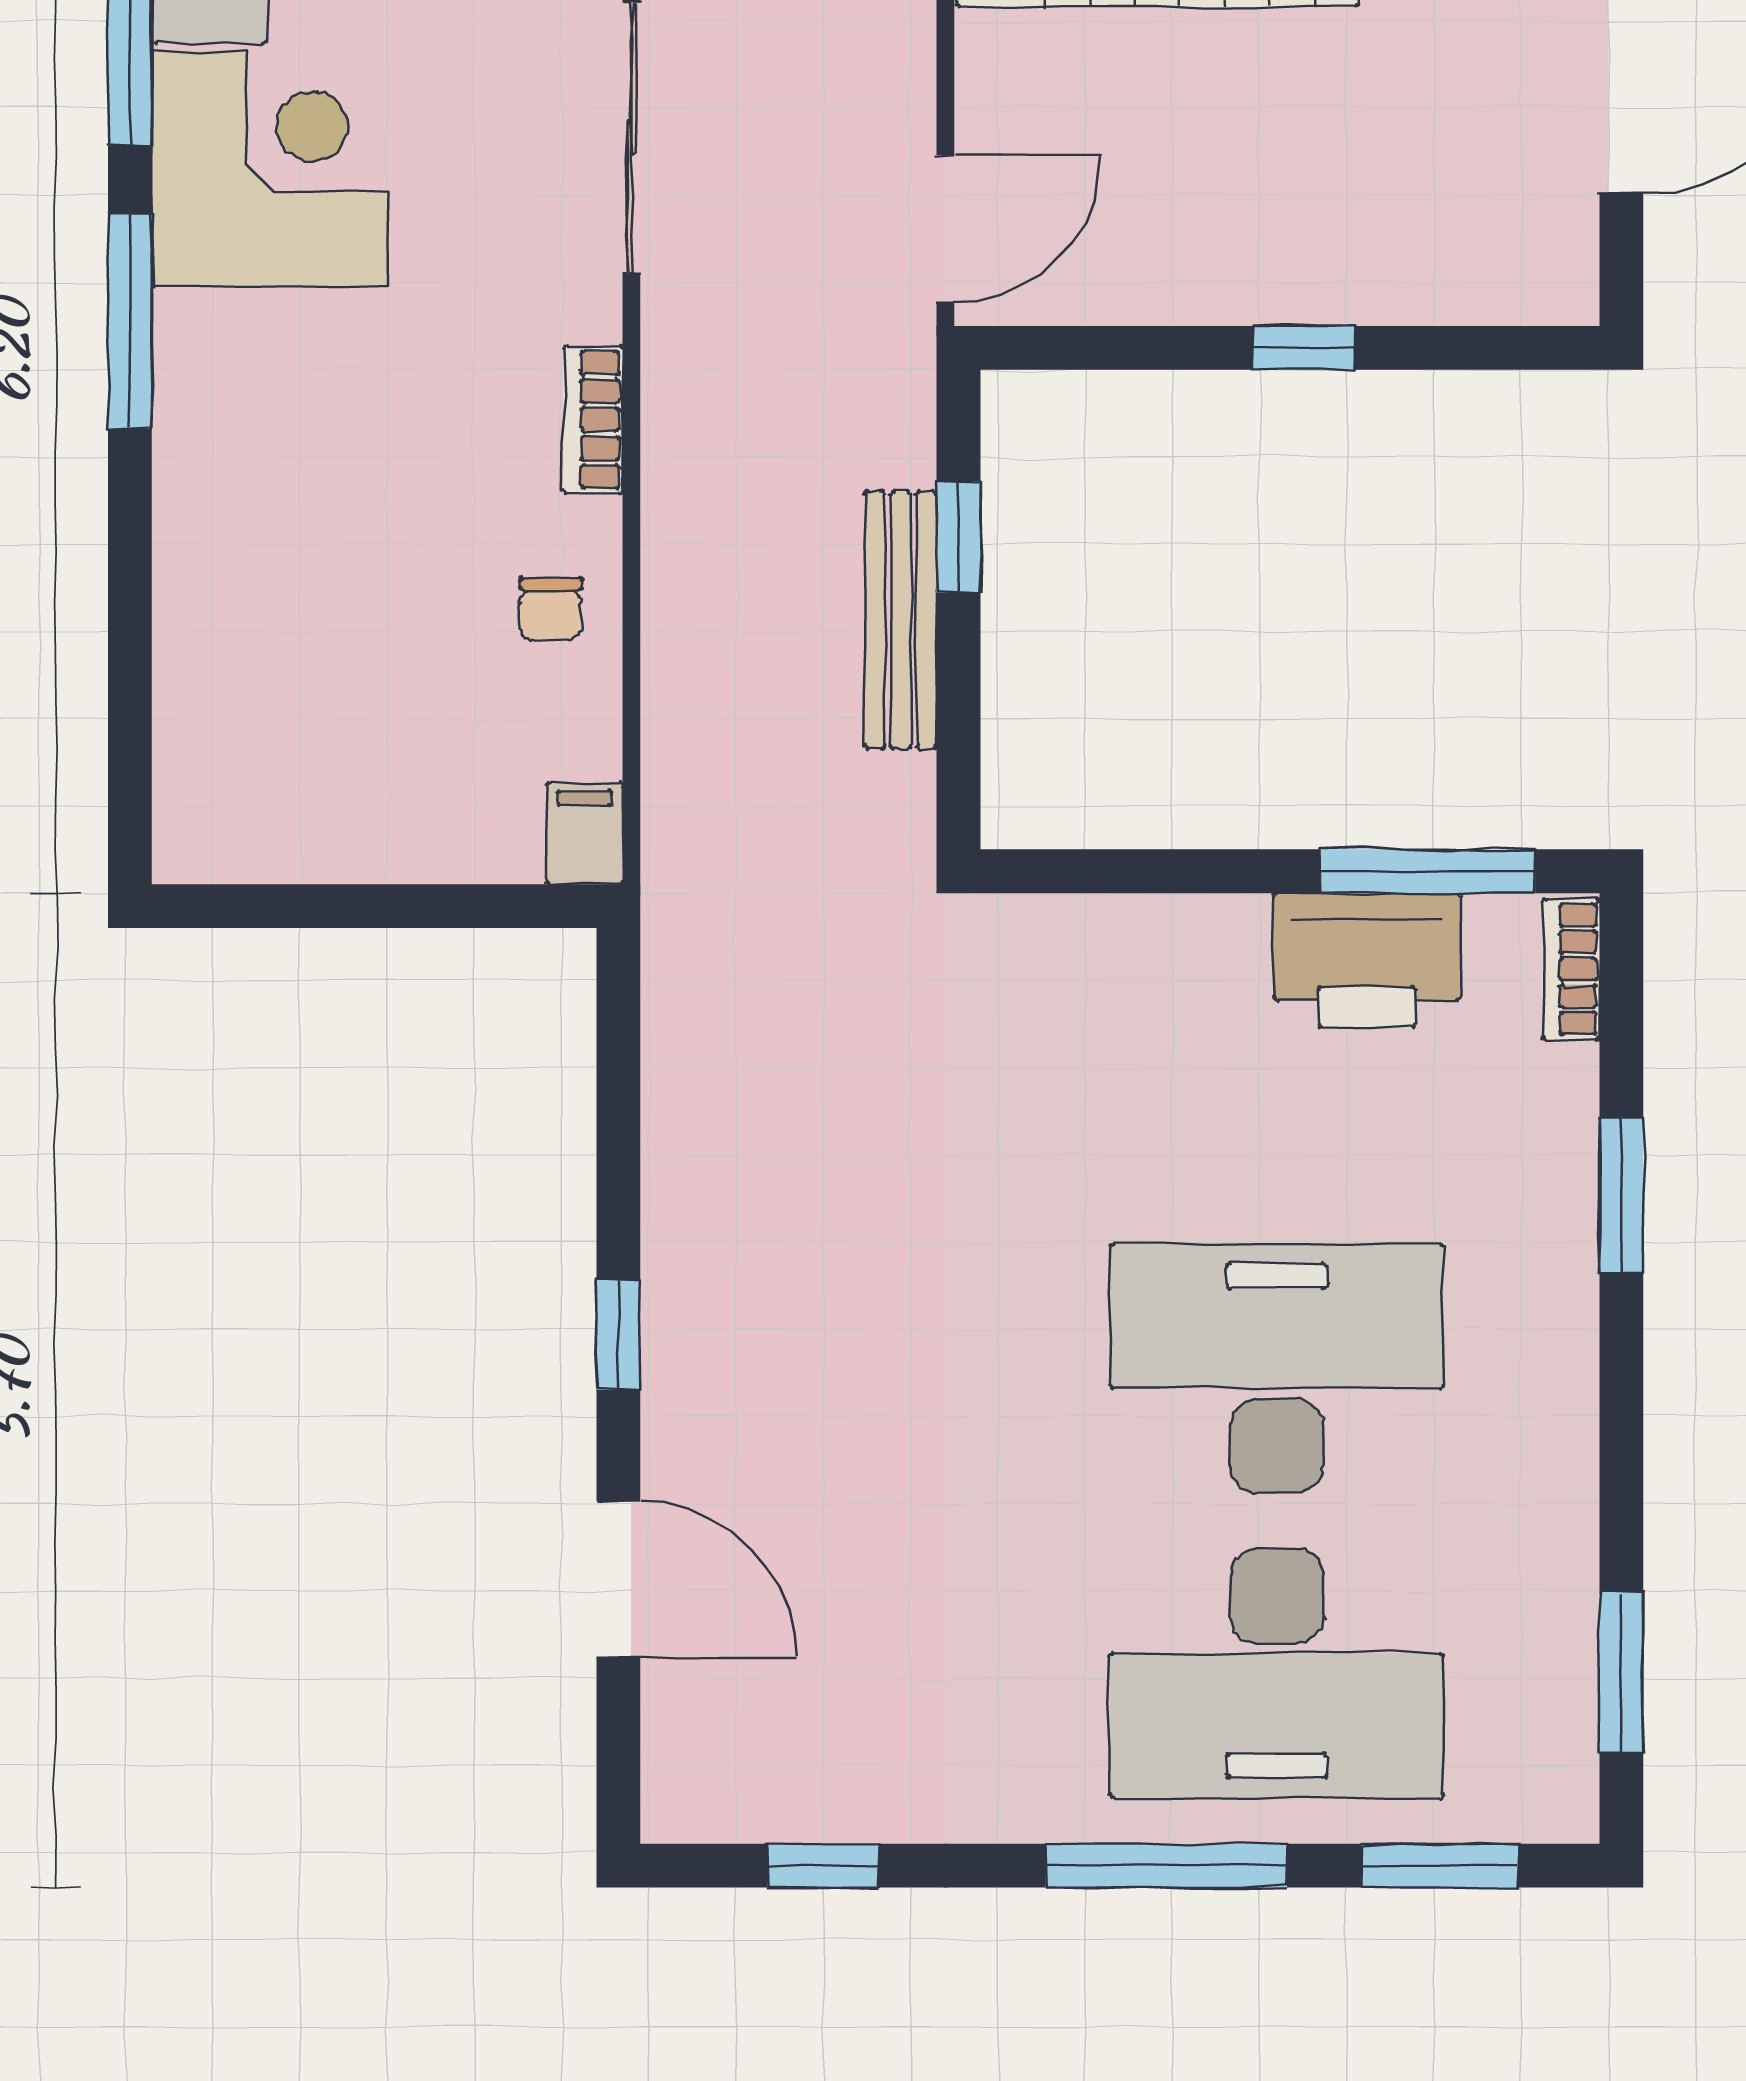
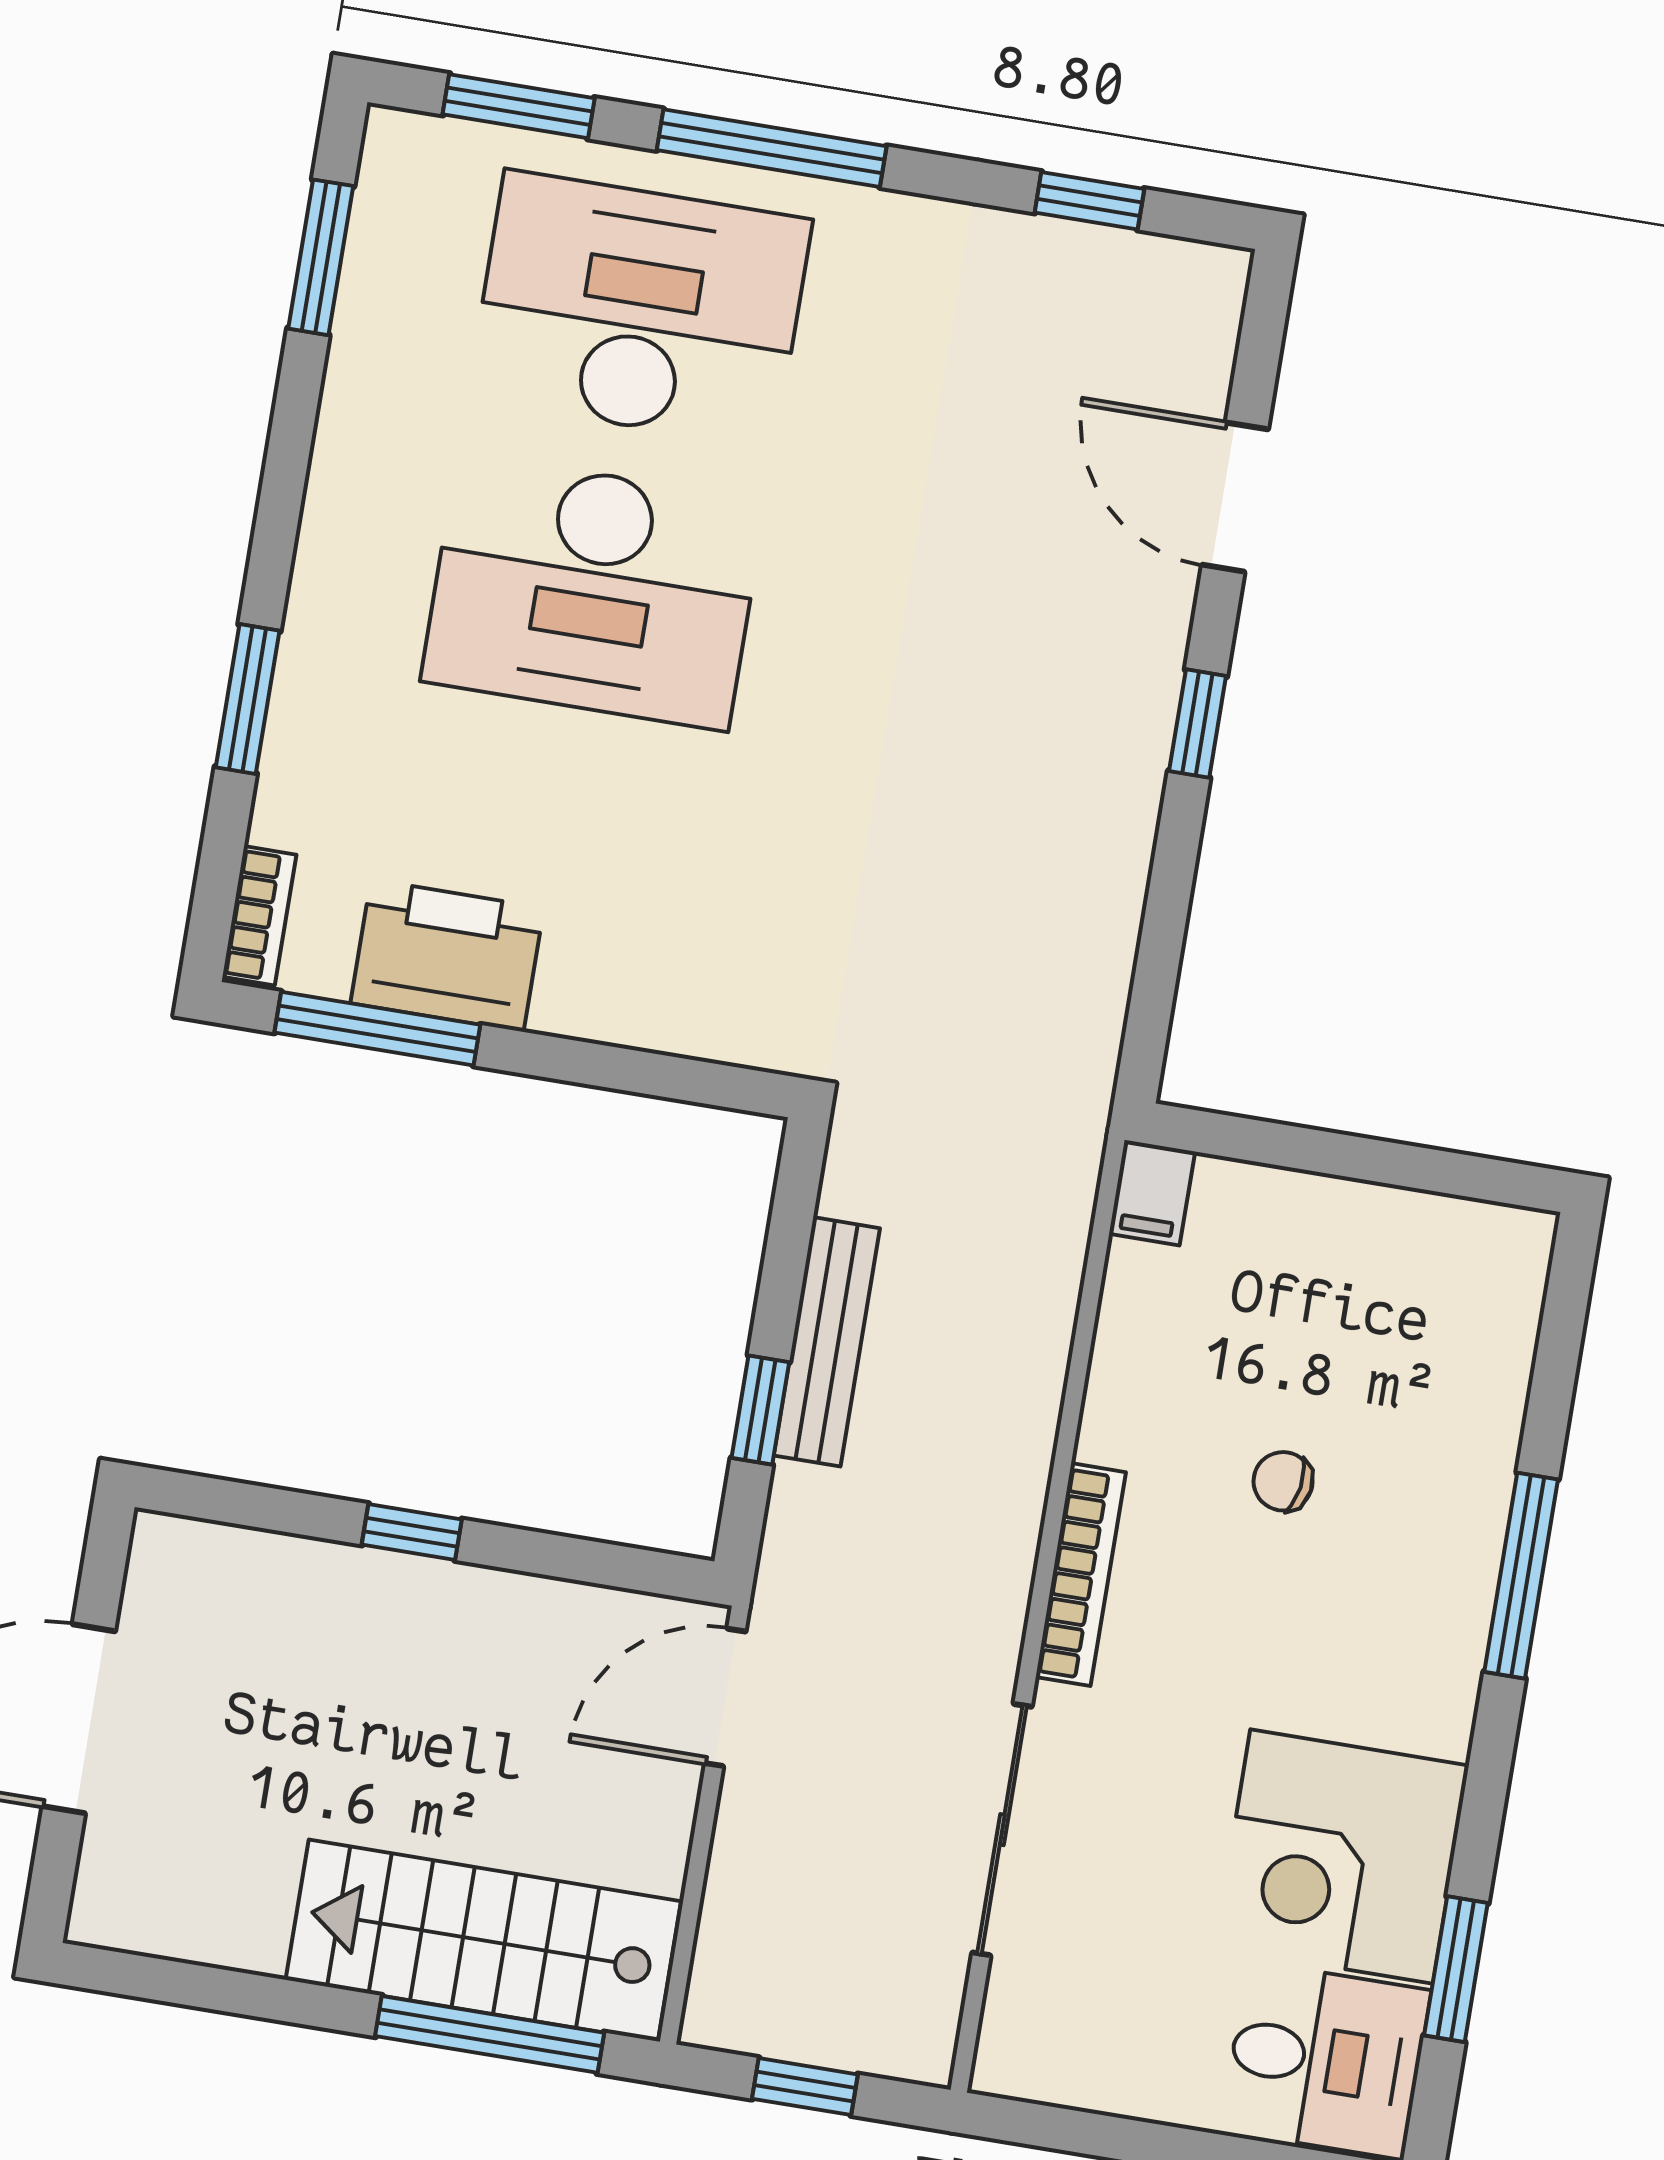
window: (130, 321) -> (1521, 1576), moved
bookcase: (593, 420) -> (1081, 1575), width x1.56
chair: (551, 609) -> (1283, 1481), moved, turned -81

